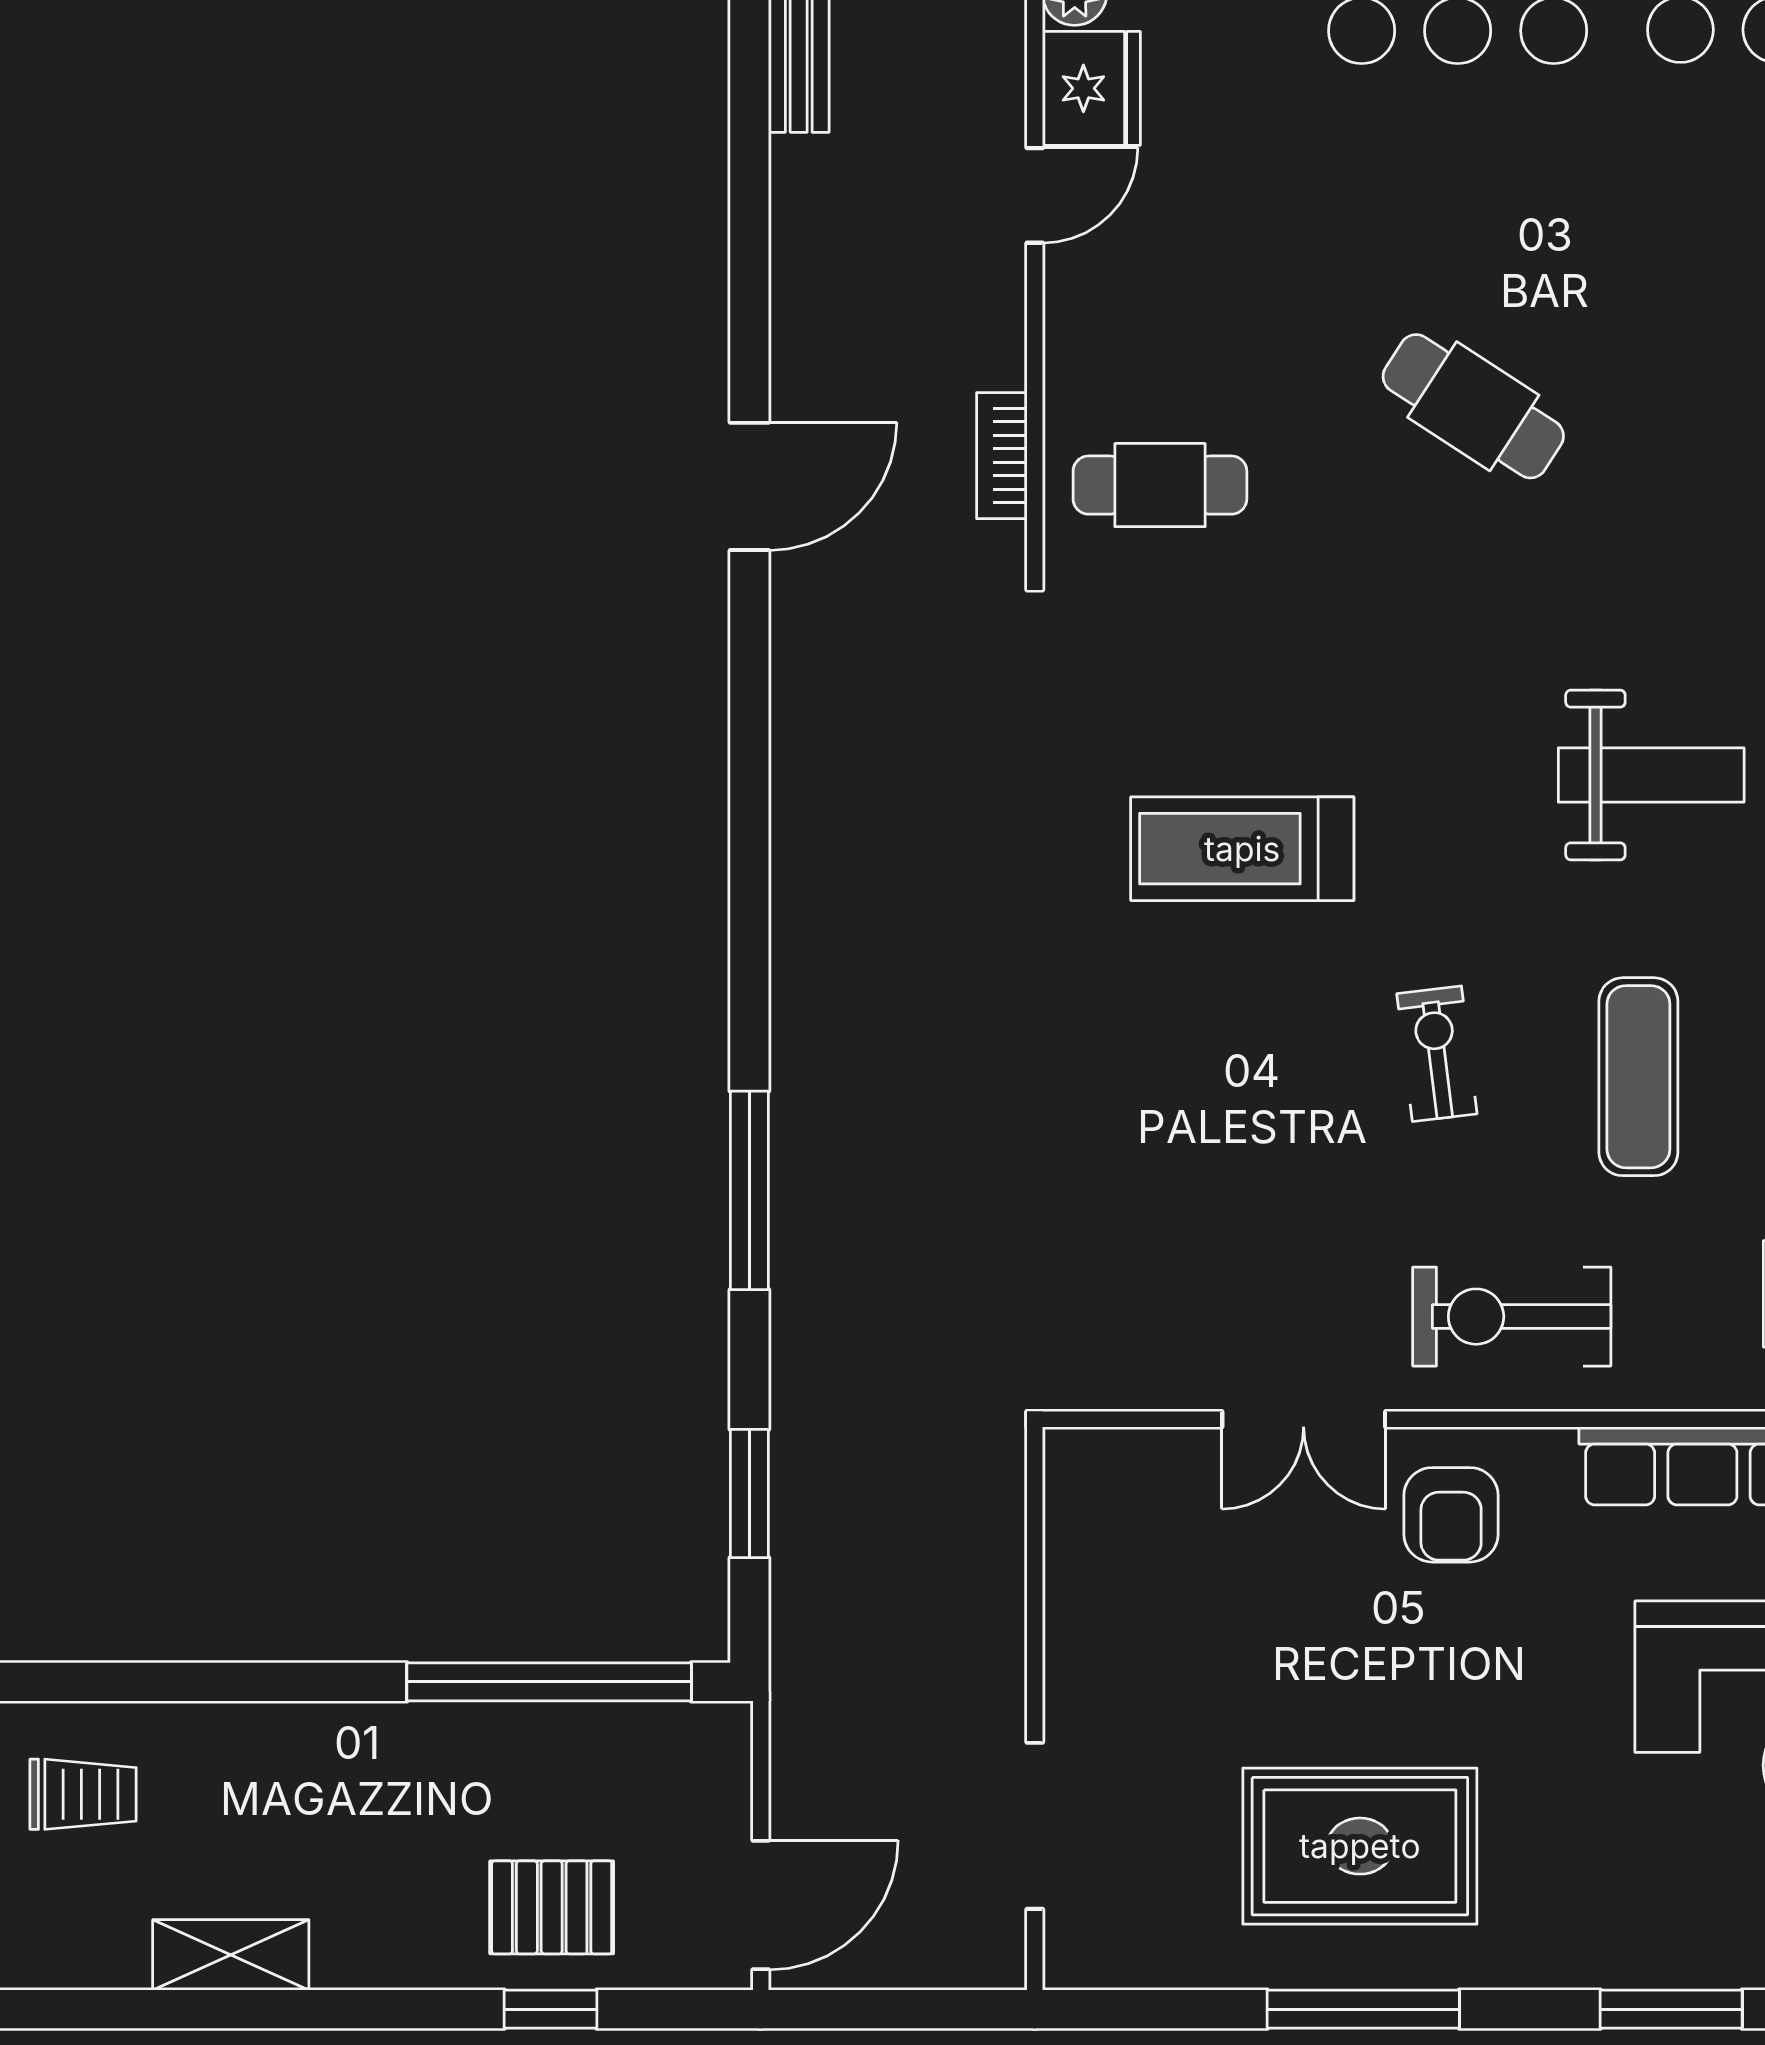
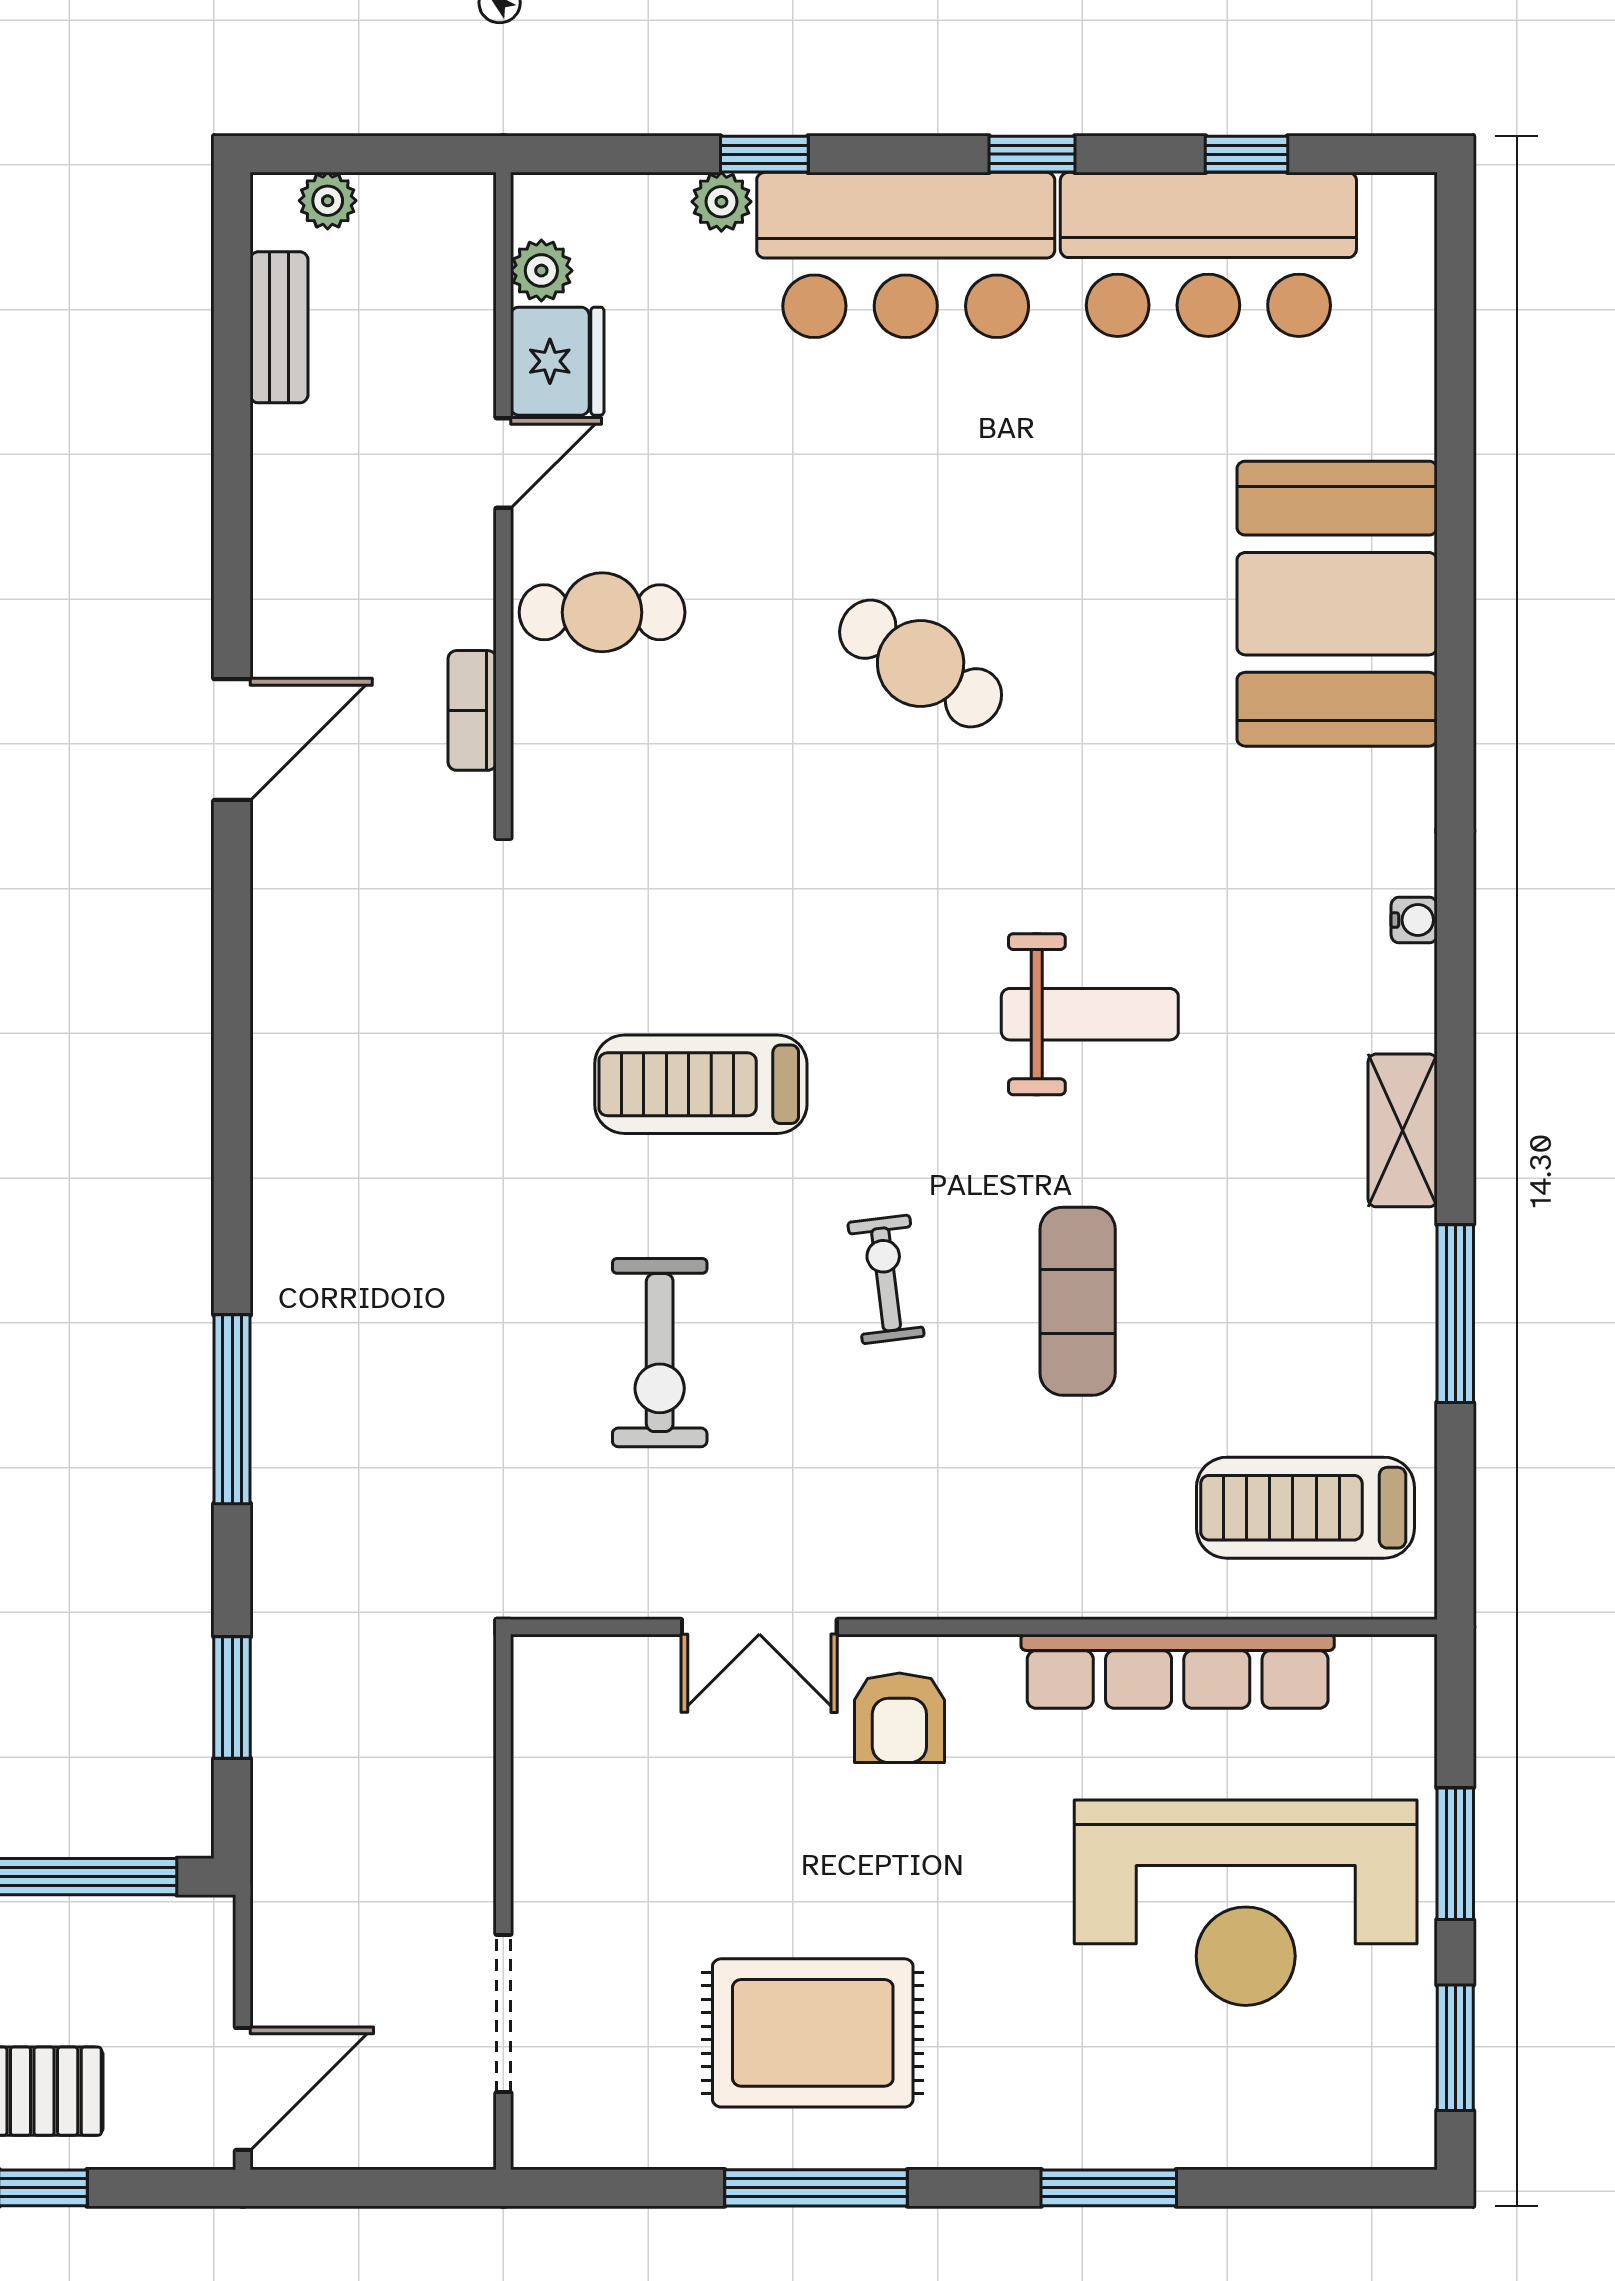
cafe table: (1160, 485) -> (602, 612), moved
exercise bike: (1512, 1317) -> (660, 1353), moved, turned -90

